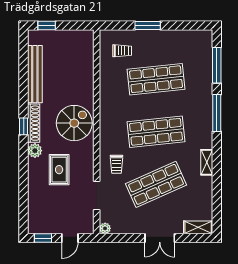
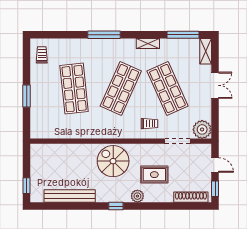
trolley: (122, 51) -> (42, 55), moved
window: (217, 65) -> (183, 35), moved
shoe rack: (34, 123) -> (191, 197), moved
shop shelf: (156, 132) -> (121, 89), turned 30
plant: (105, 228) -> (202, 129), width x1.87, depth x1.87

